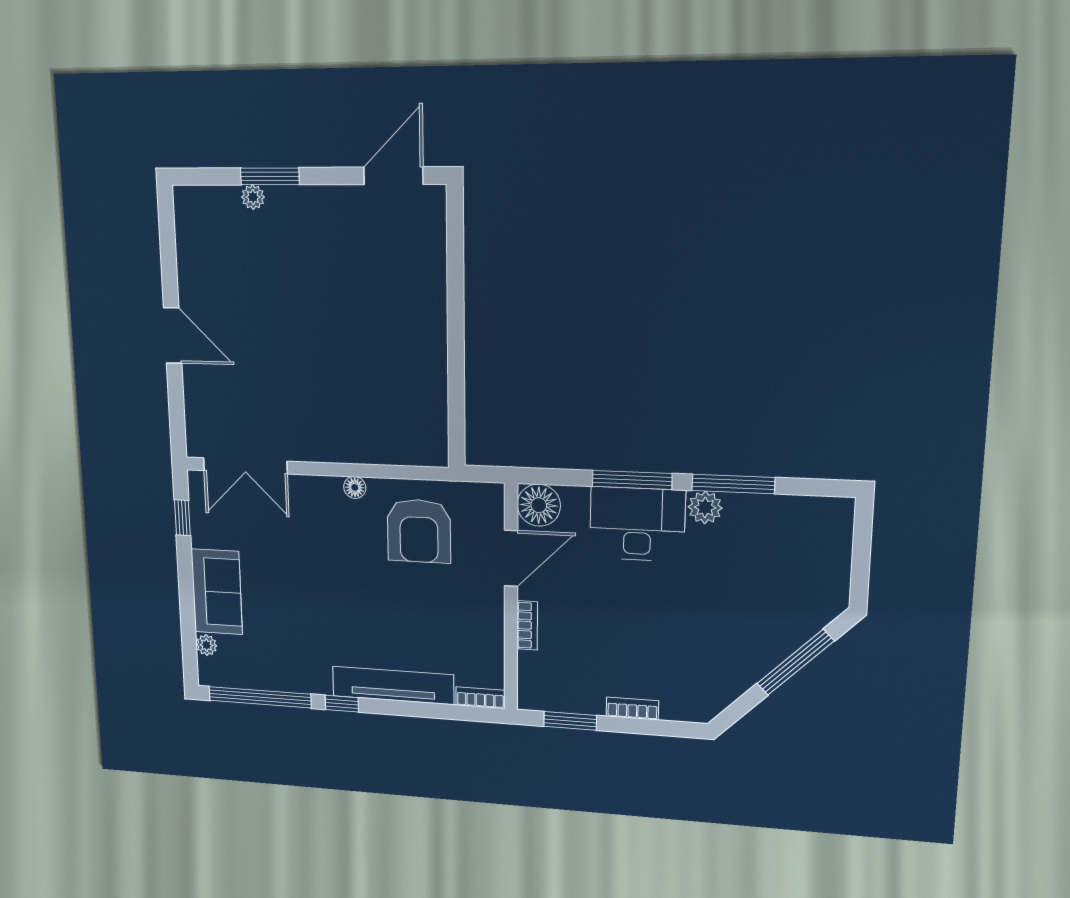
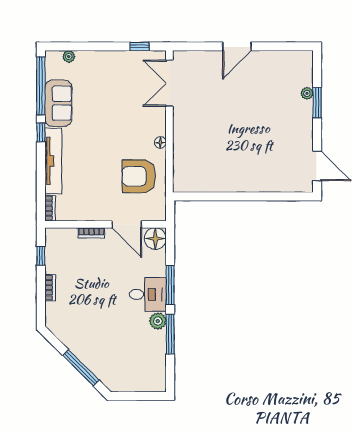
desk: (637, 524) -> (148, 294), width x0.73
sofa: (217, 592) -> (58, 103), moved, turned -90
window: (570, 721) -> (41, 256), width x0.67

